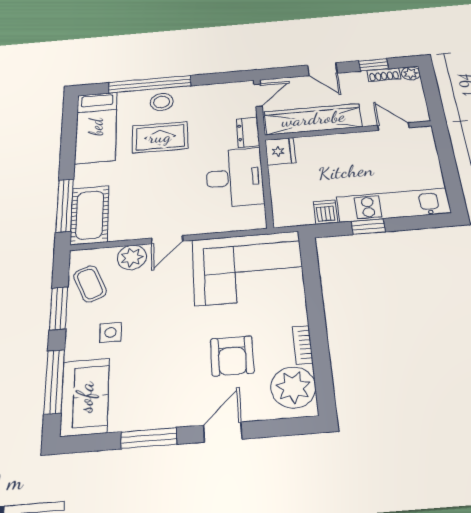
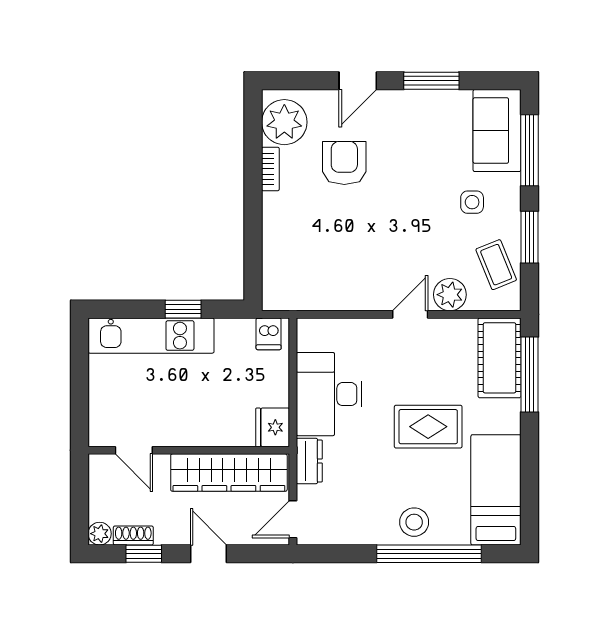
rug: (160, 137) -> (428, 427), moved
dishwasher: (325, 212) -> (269, 334), moved
corner sofa: (248, 268) -> (322, 268), removed

